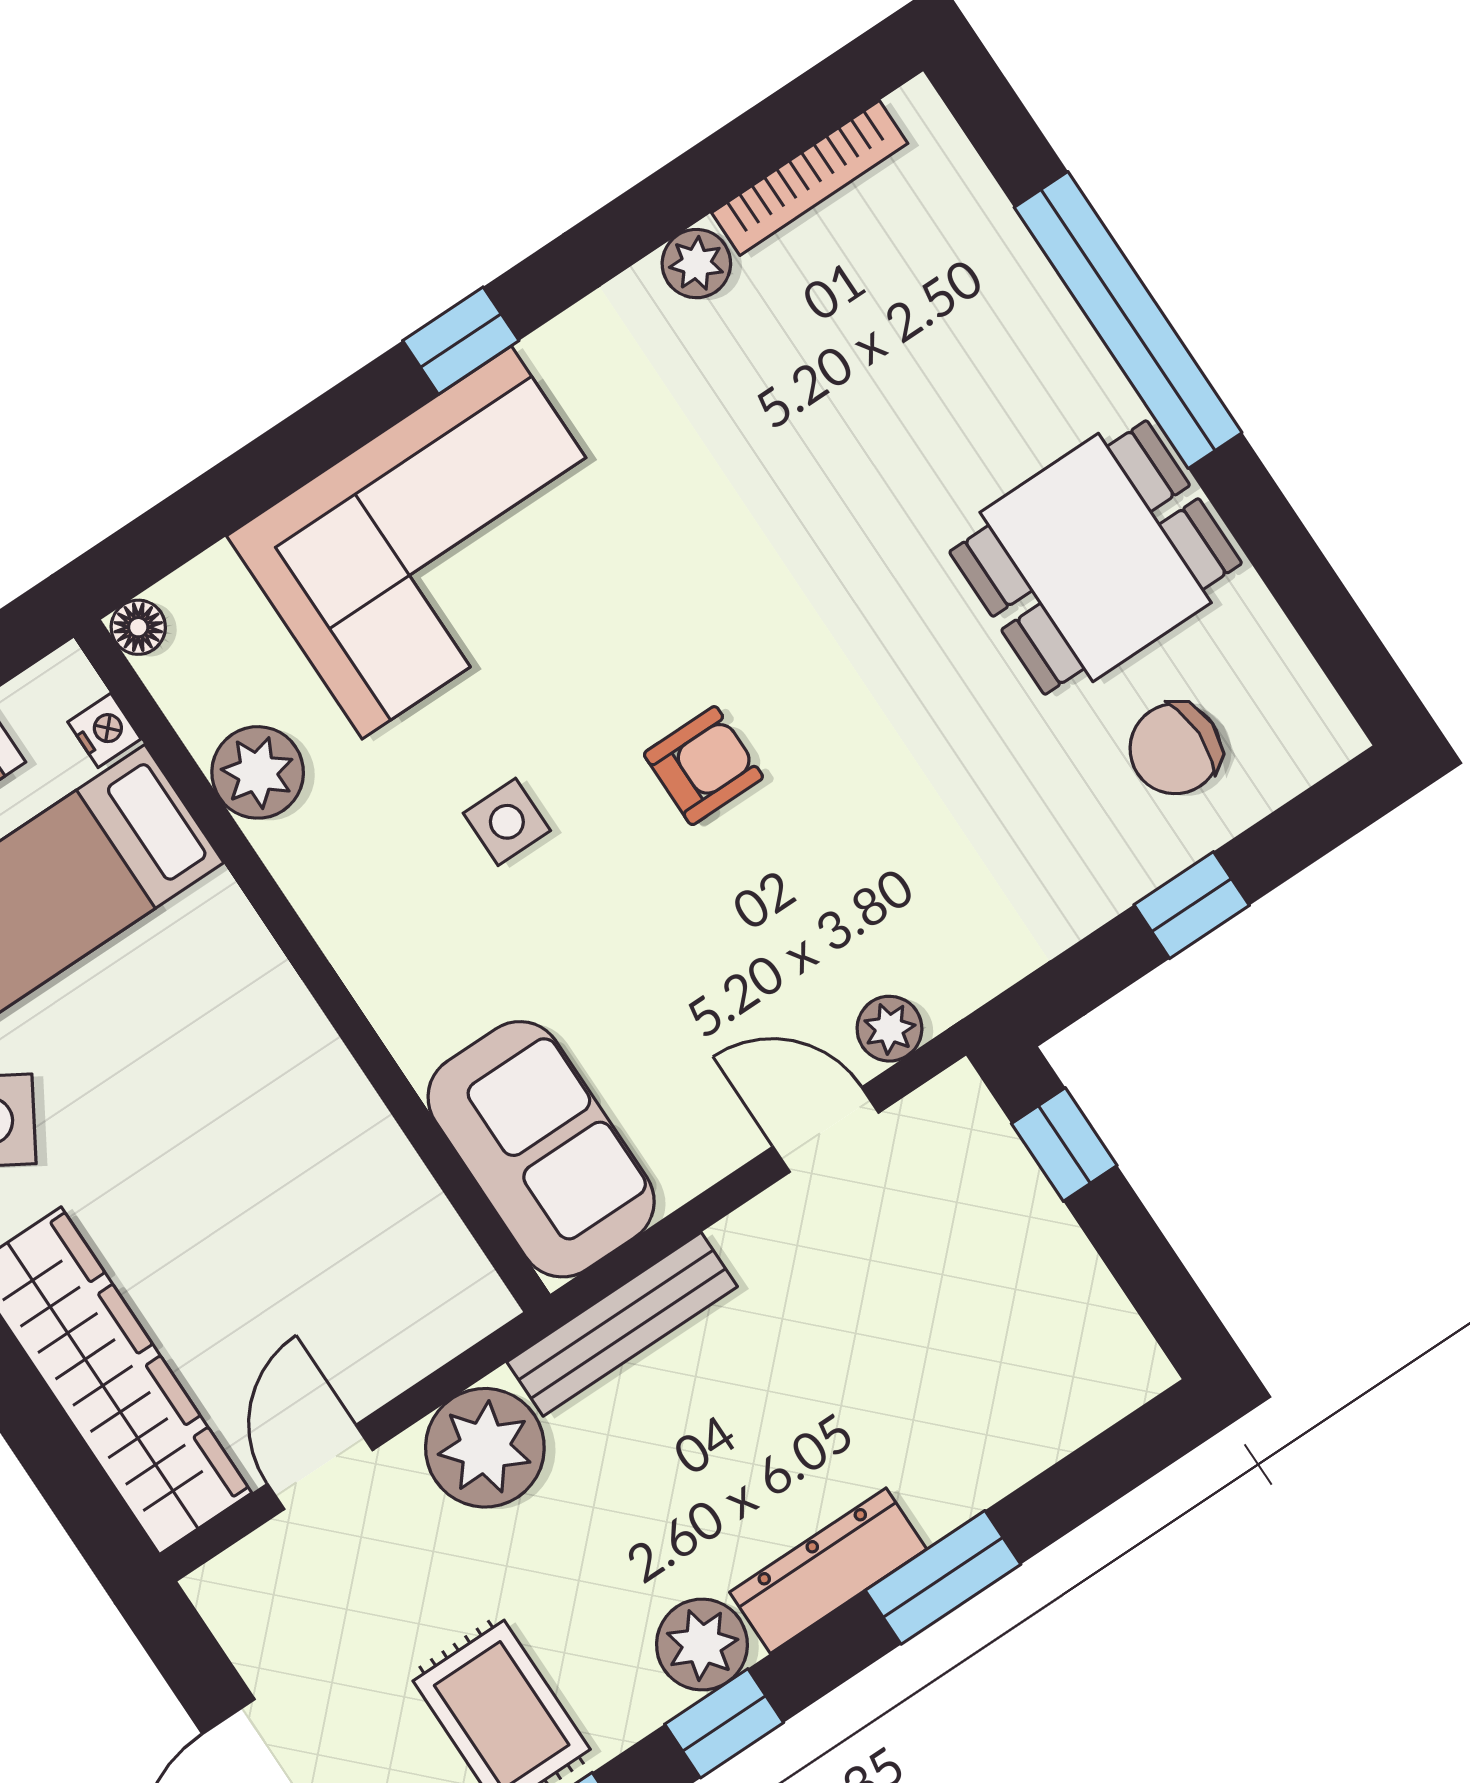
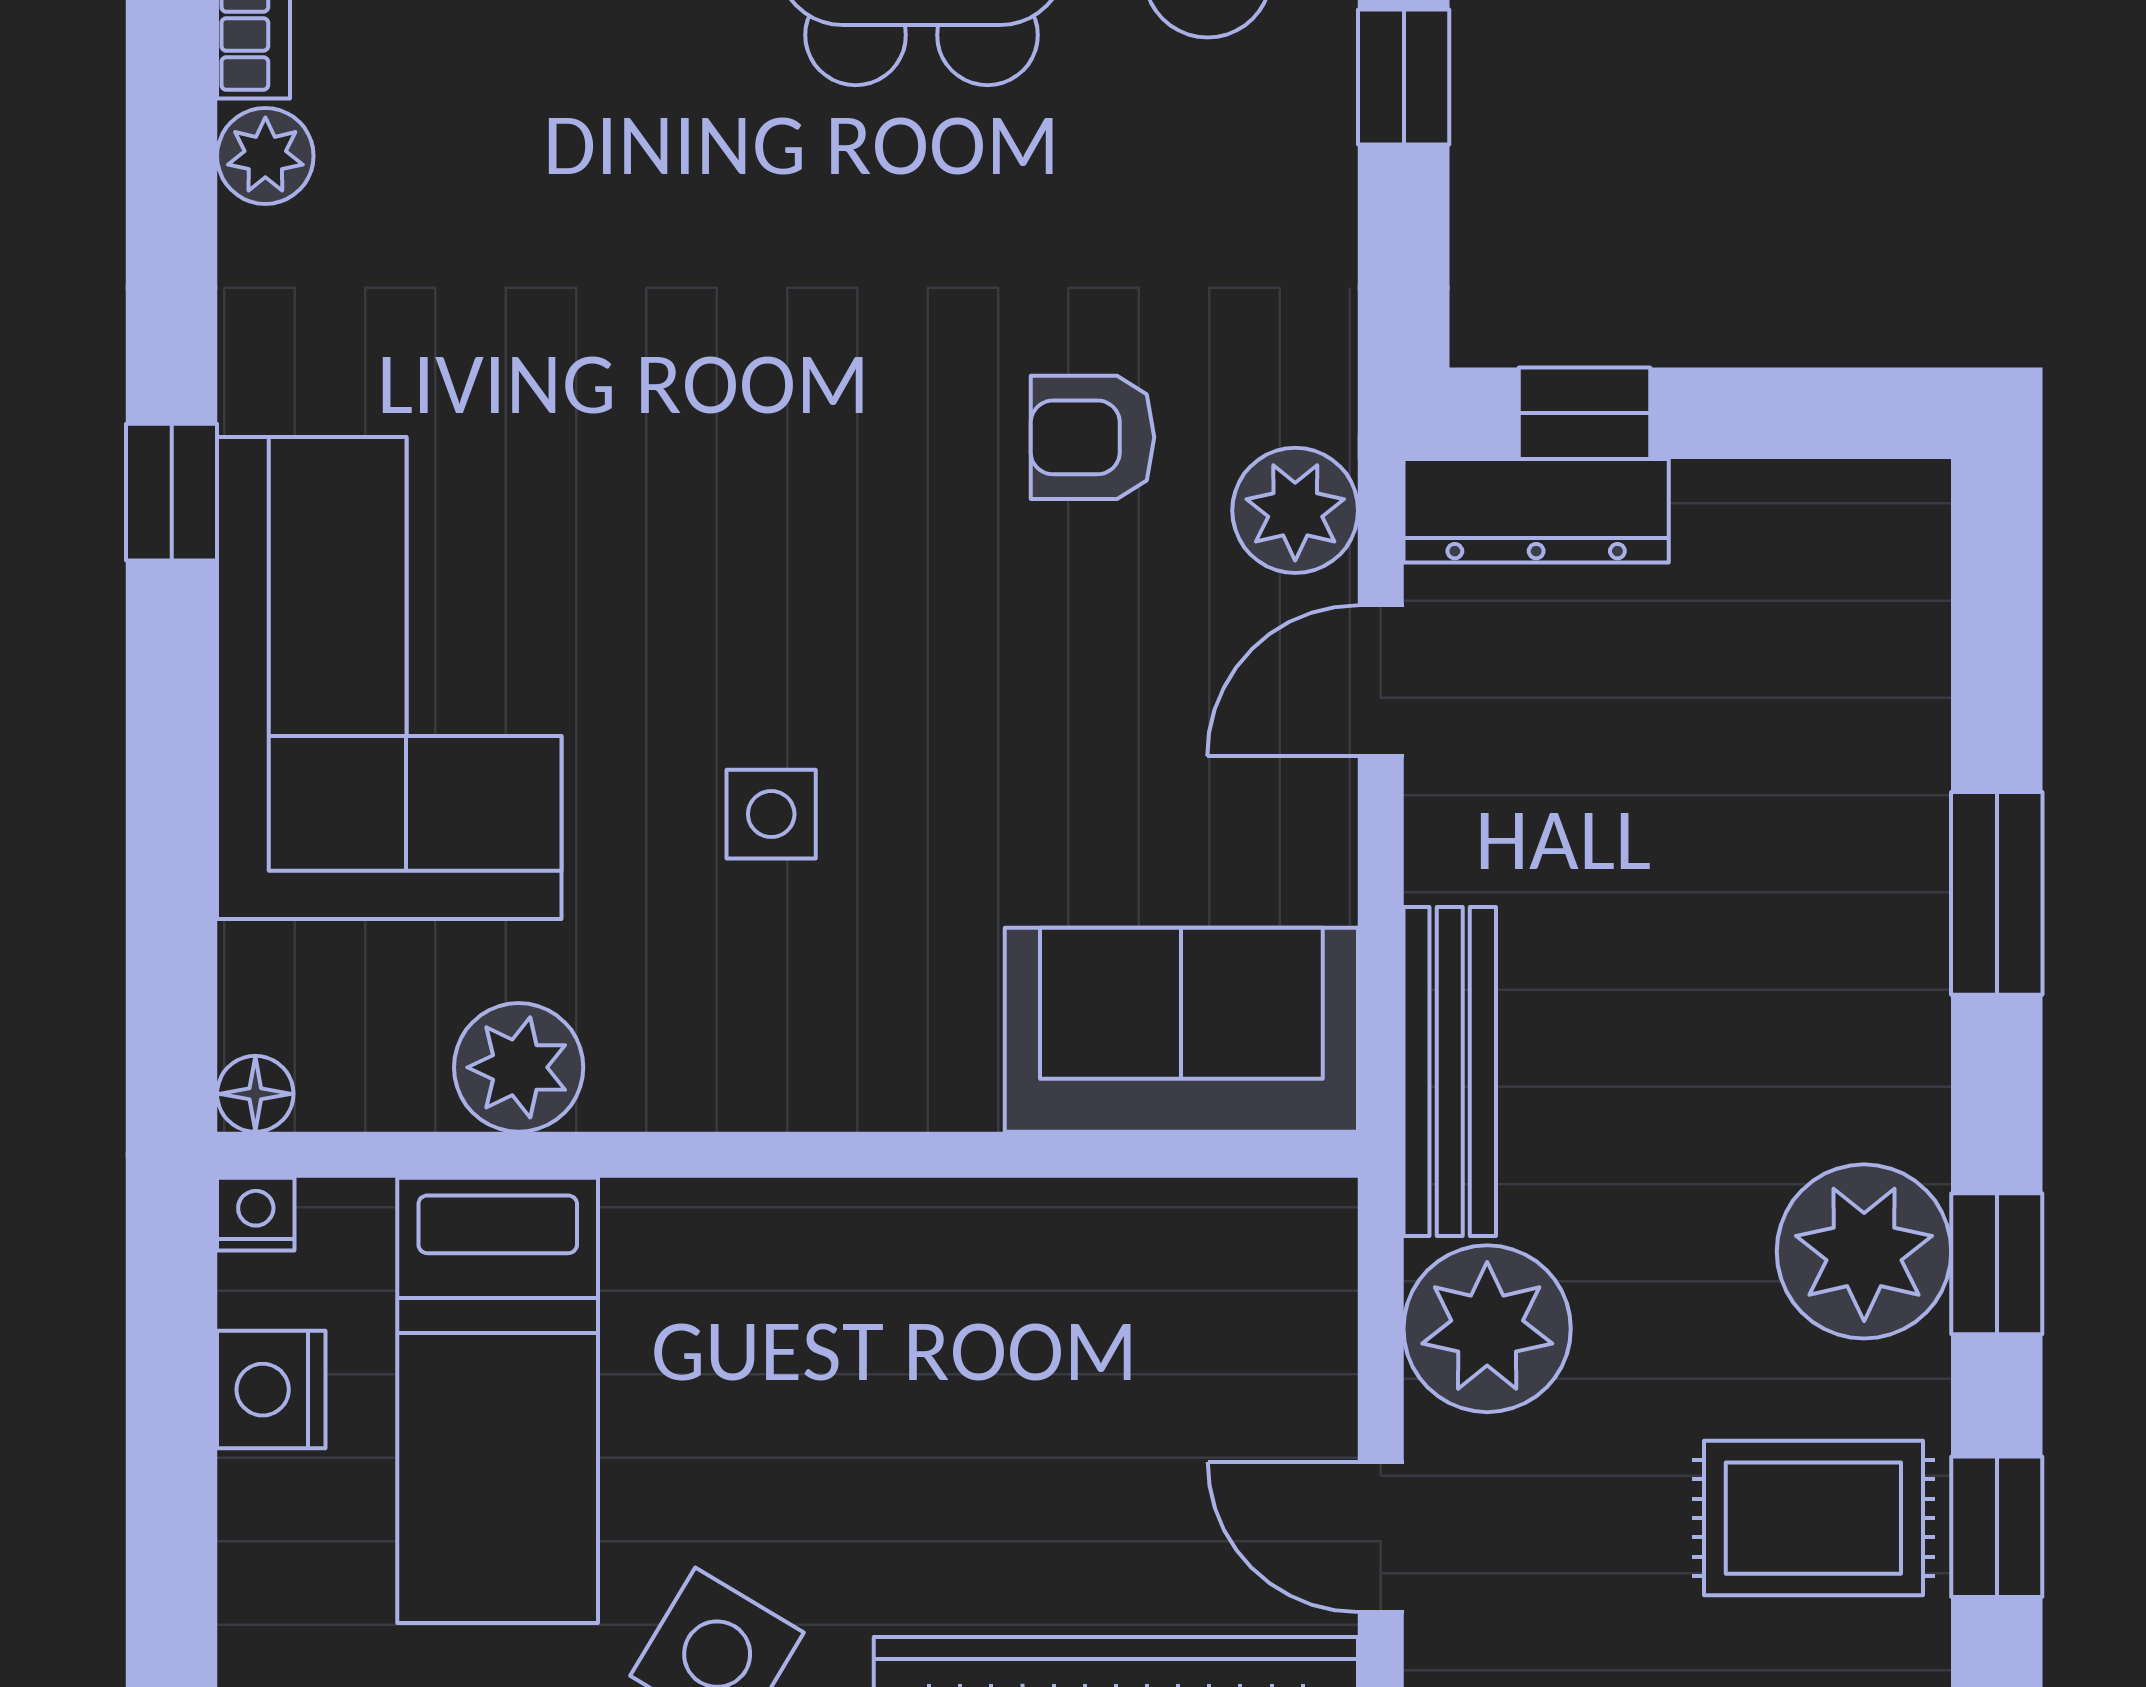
nightstand: (104, 730) -> (256, 1214), moved
armchair: (703, 766) -> (1092, 437), moved, turned -90
plant: (889, 1029) -> (1295, 510), width x1.38, depth x1.38
dresser: (828, 1571) -> (1536, 511), moved, turned -90
plant: (702, 1645) -> (1864, 1251), width x1.36, depth x1.36

